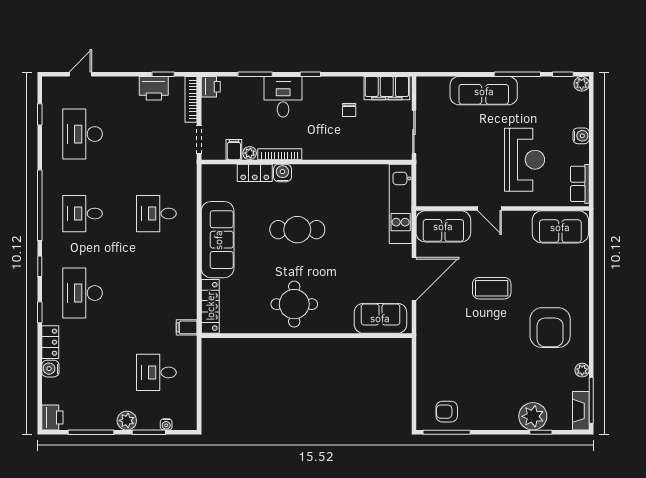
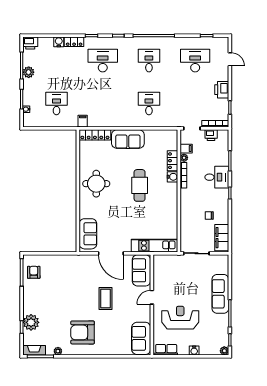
printer: (211, 87) -> (211, 135), moved
printer: (154, 88) -> (222, 90), moved
reception desk: (525, 160) -> (180, 318), turned 180
sofa: (218, 240) -> (128, 139), width x0.73
plant: (127, 421) -> (29, 72), moved

